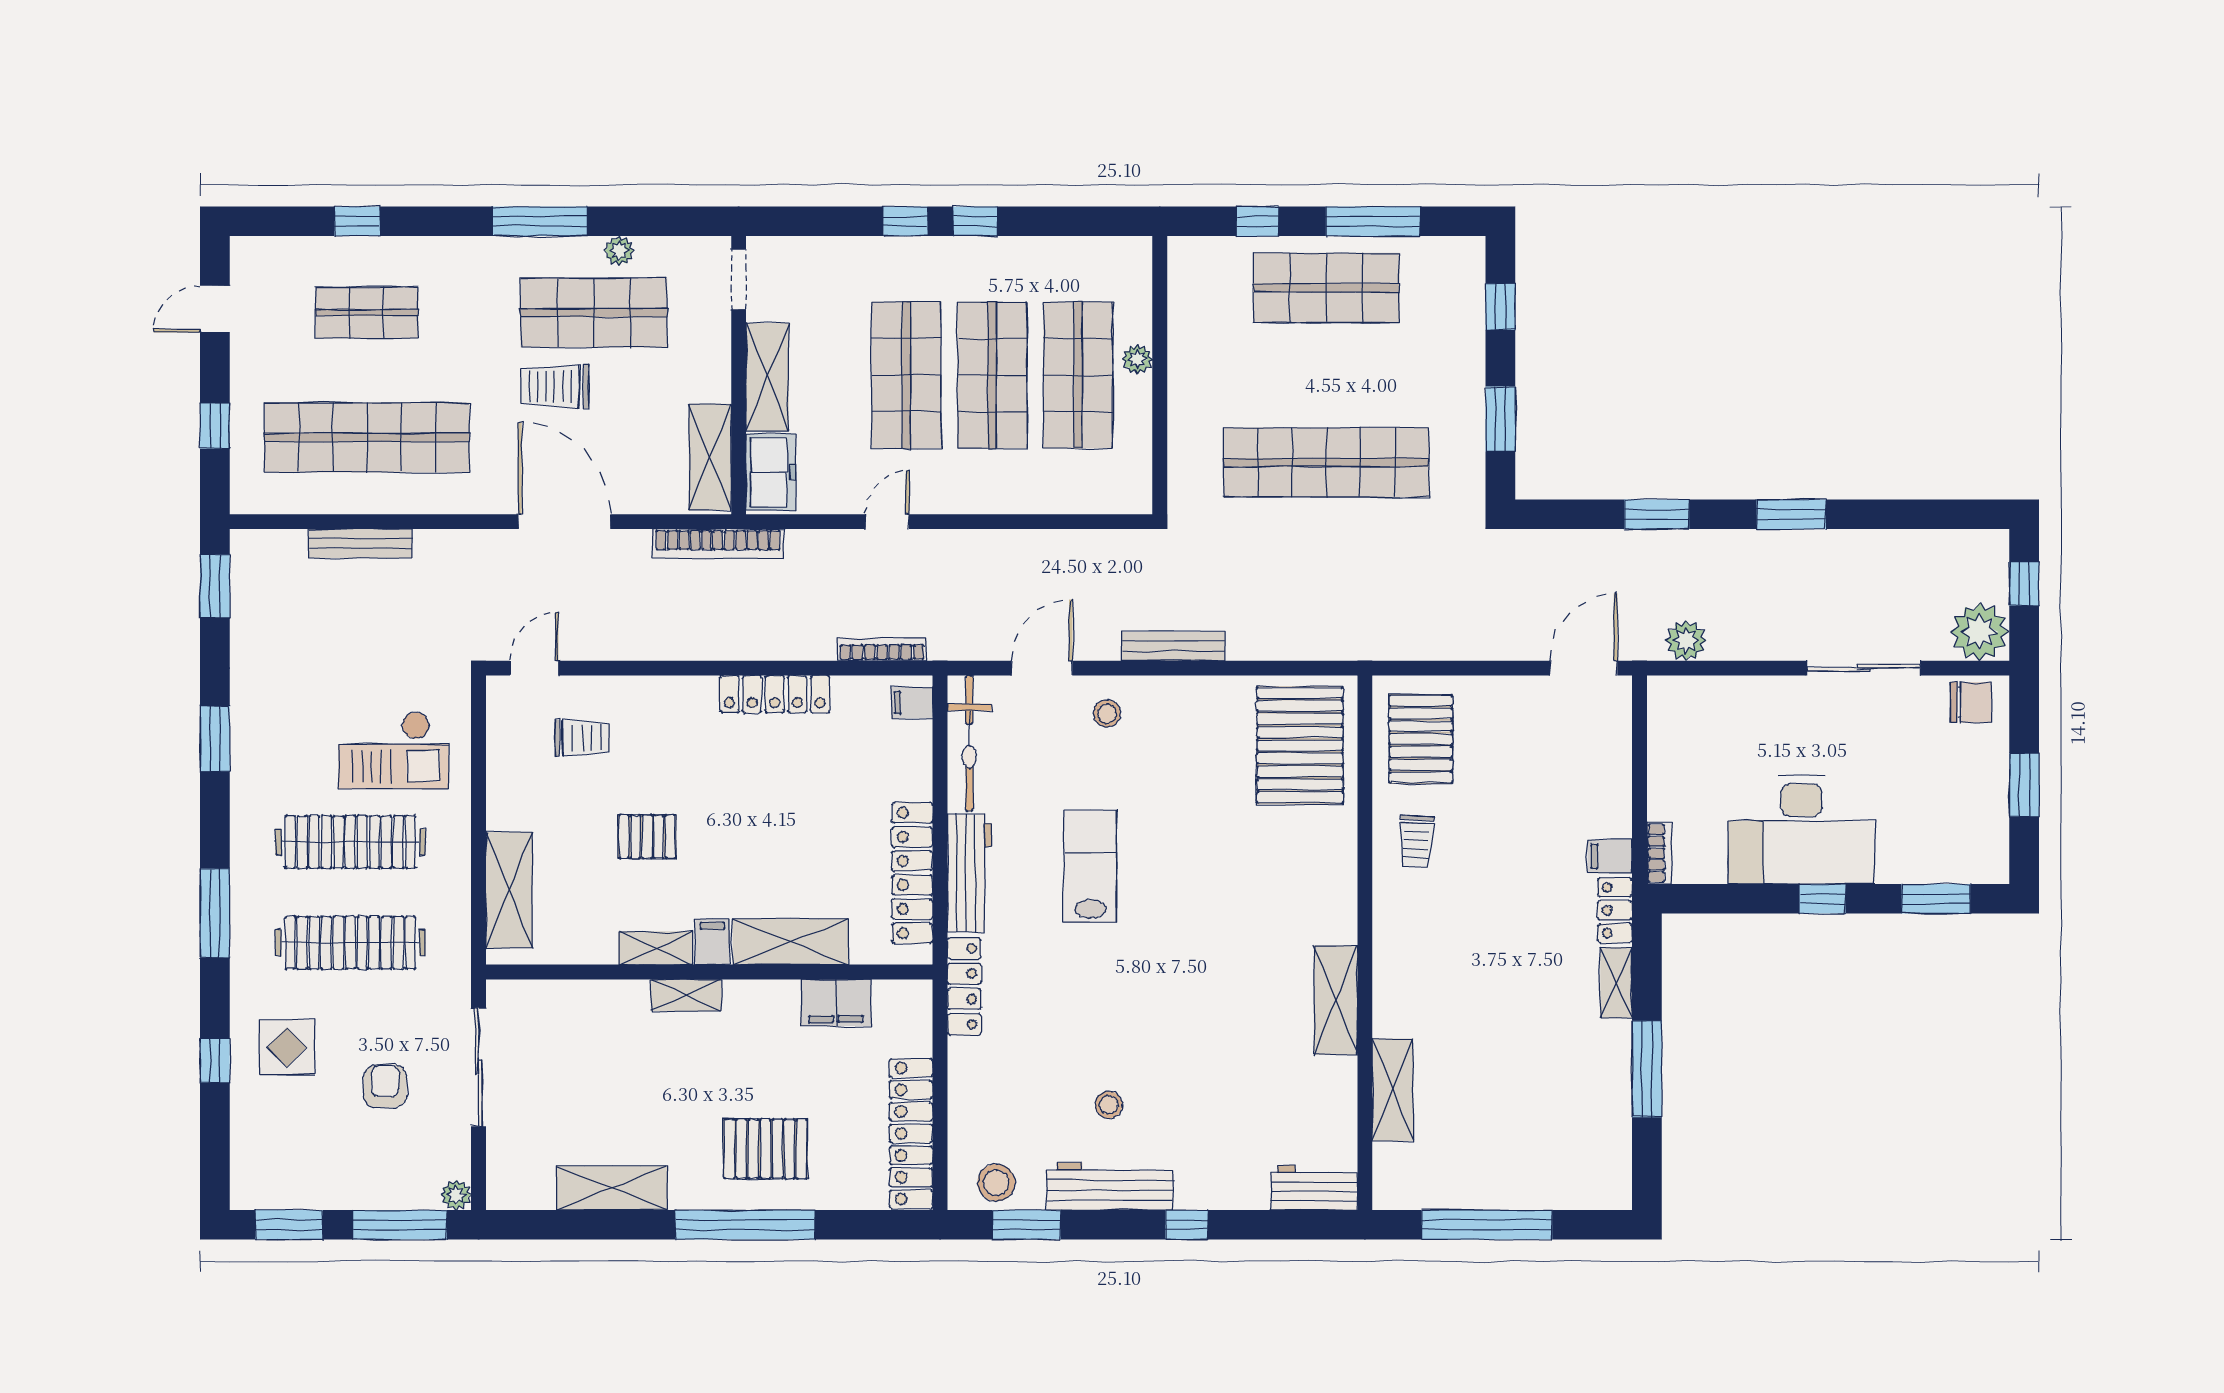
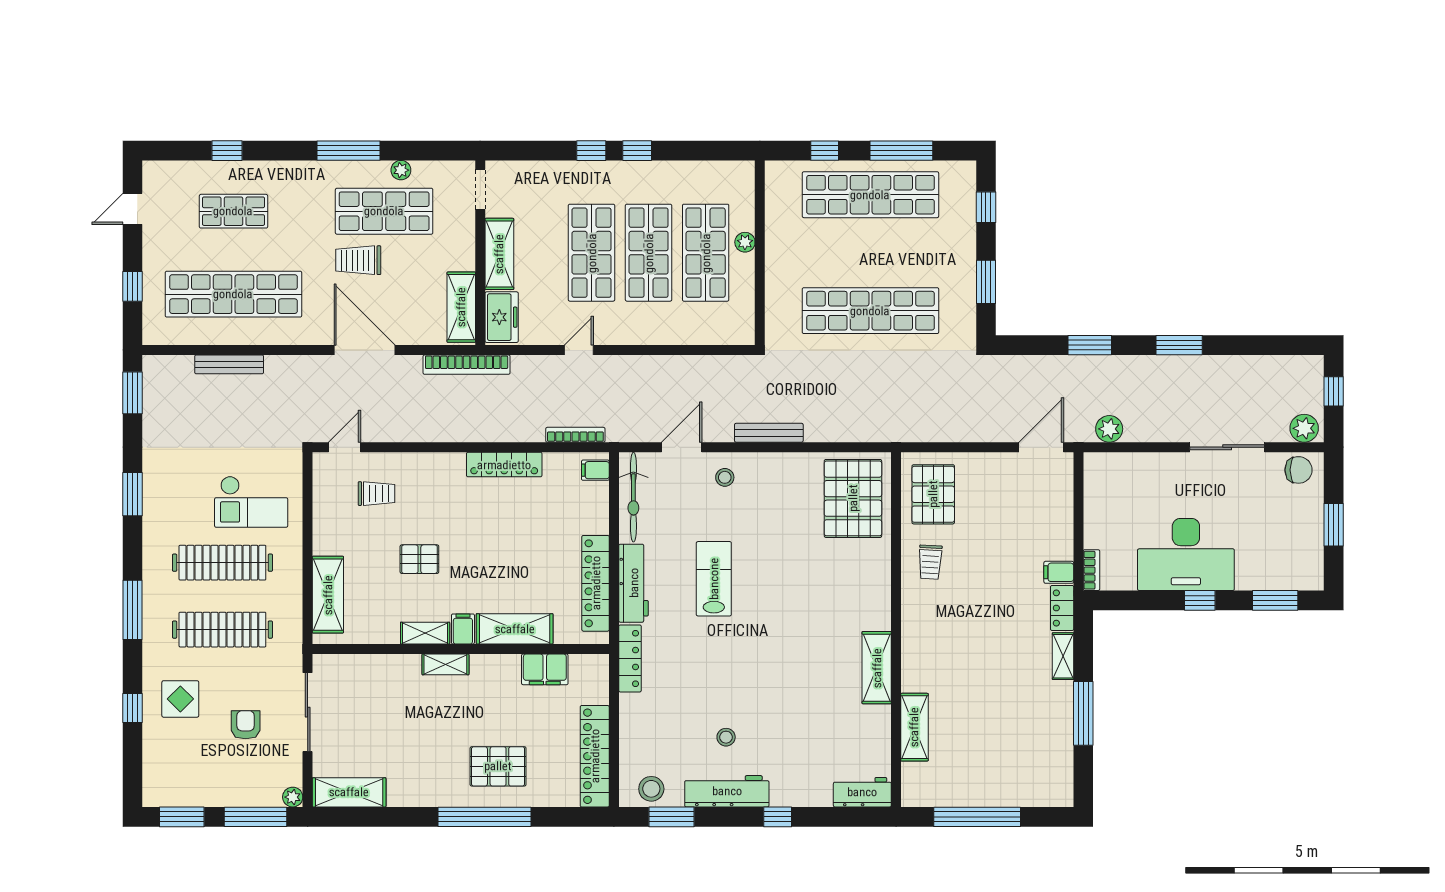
shop shelf: (1326, 288) -> (870, 195), width x1.40
plant: (1980, 632) -> (1304, 428), width x0.73, depth x0.73
shelving: (612, 1188) -> (349, 792), moved

